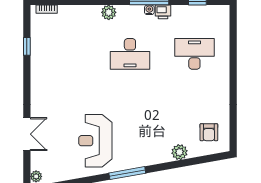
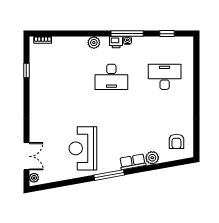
printer: (163, 12) -> (116, 42), moved
double door: (27, 134) -> (26, 156), moved
row of seats: (156, 157) -> (133, 162), added

